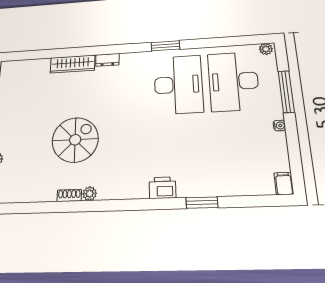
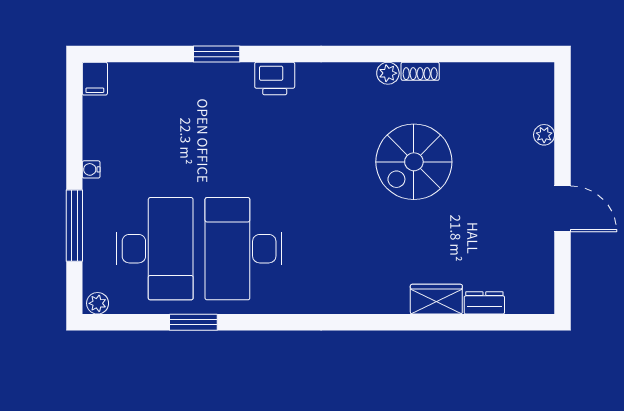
window: (165, 46) -> (193, 322), moved
dresser: (107, 60) -> (484, 303), moved
wardrobe: (73, 64) -> (436, 299), width x0.67

